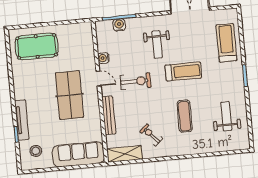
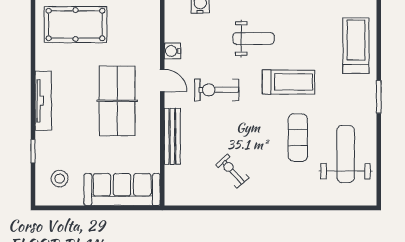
weight bench: (157, 45) -> (254, 39), turned -90
exercise bike: (136, 81) -> (217, 90), turned 180
exercise mat: (185, 116) -> (298, 138), moved
weight bench: (226, 116) -> (346, 154), width x1.36, depth x1.33
tv unit: (22, 120) -> (43, 101), moved
shelving: (125, 154) -> (190, 195), removed

